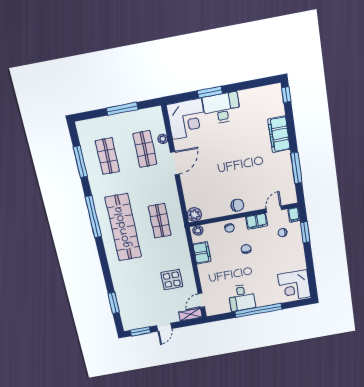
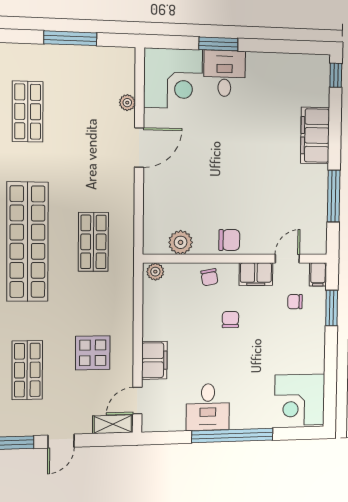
desk: (222, 108) -> (225, 73), width x0.73
shop shelf: (145, 149) -> (27, 370), moved
plant: (194, 214) -> (181, 242), moved
filing cabinet: (202, 253) -> (154, 360), moved

